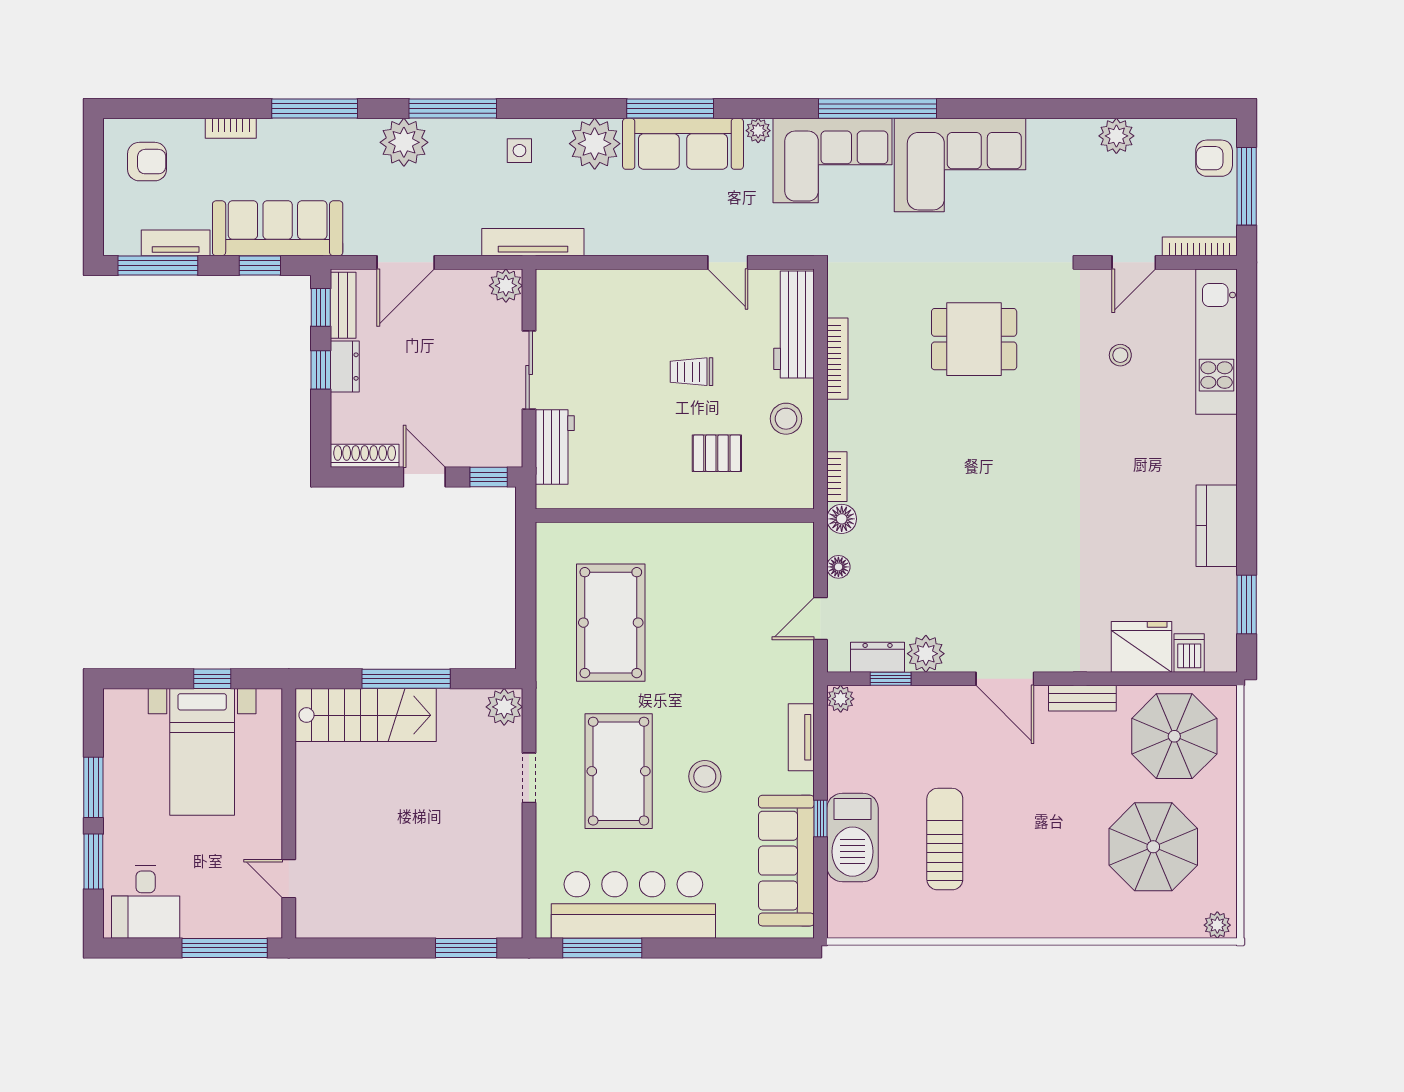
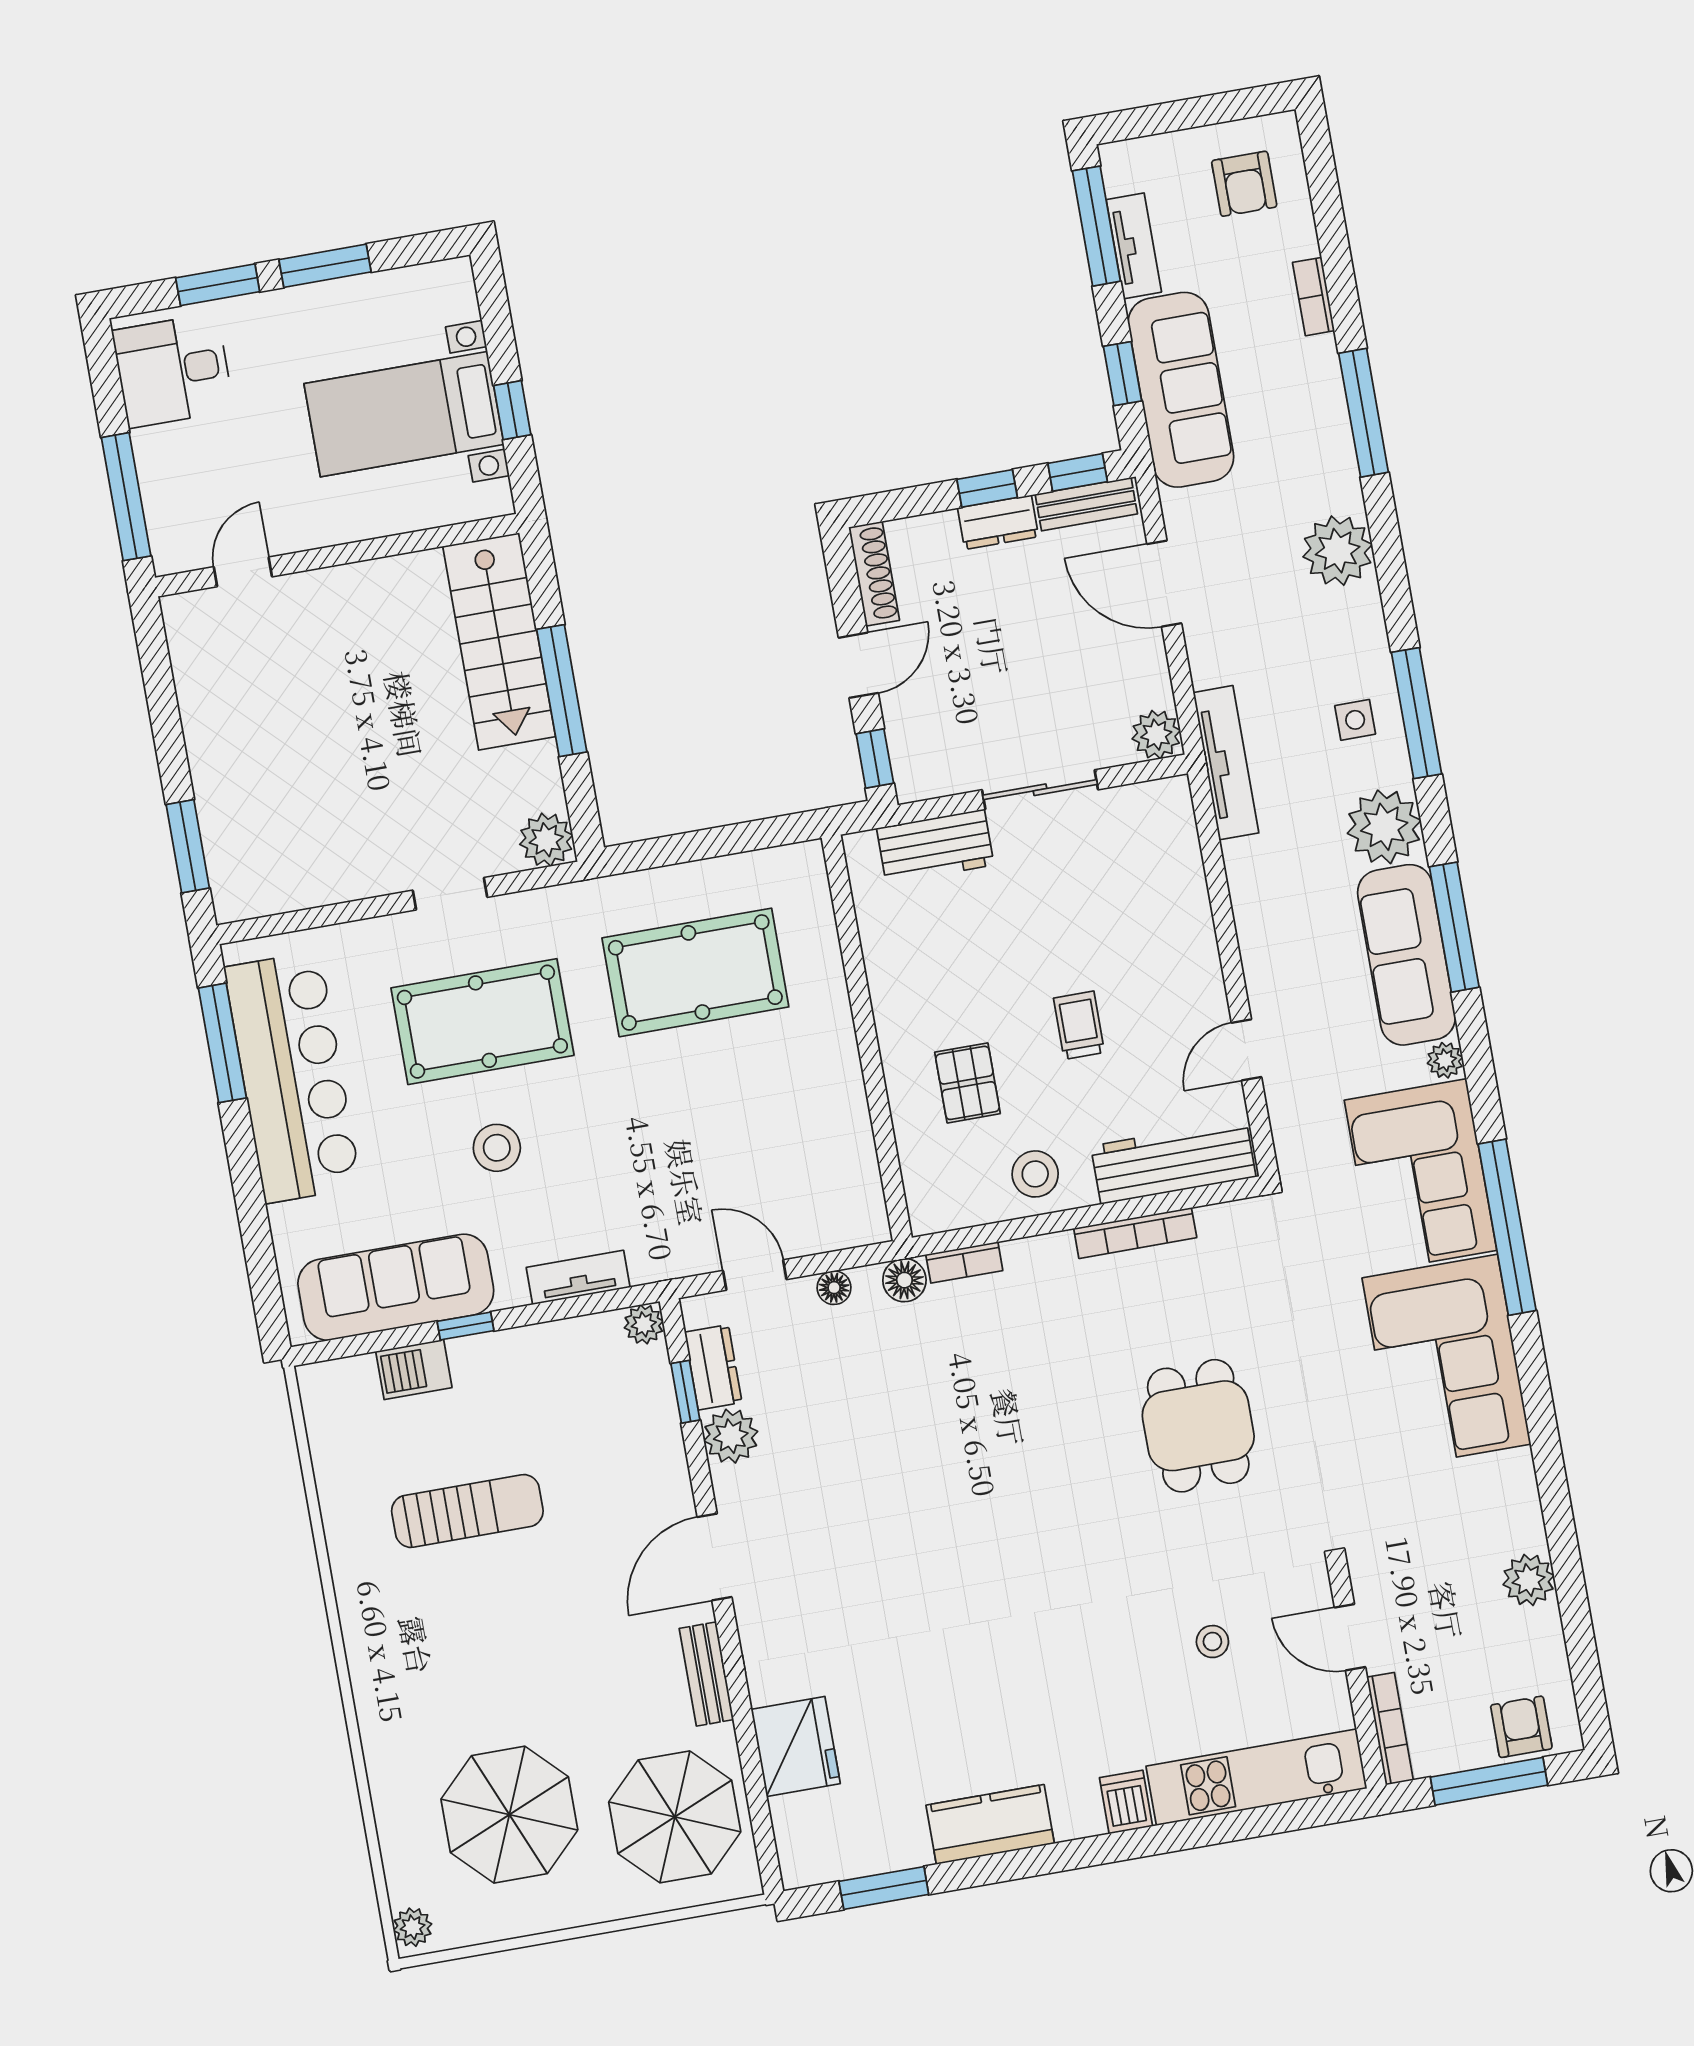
window: (453, 109) -> (1417, 713), moved
dishwasher: (1189, 653) -> (1126, 1802), moved, turned -90
barbecue: (853, 837) -> (414, 1370), width x0.53, depth x0.65

